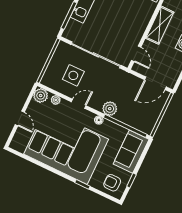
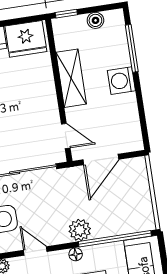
door: (155, 83) -> (101, 160), moved
door: (79, 104) -> (35, 251), hinge flipped

